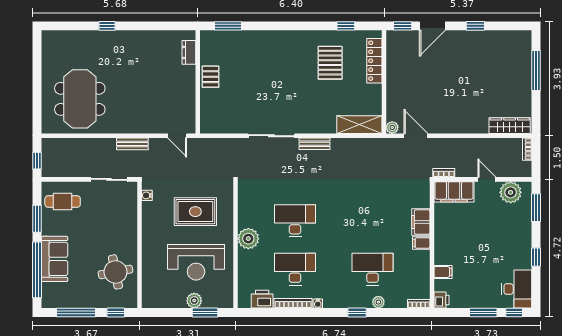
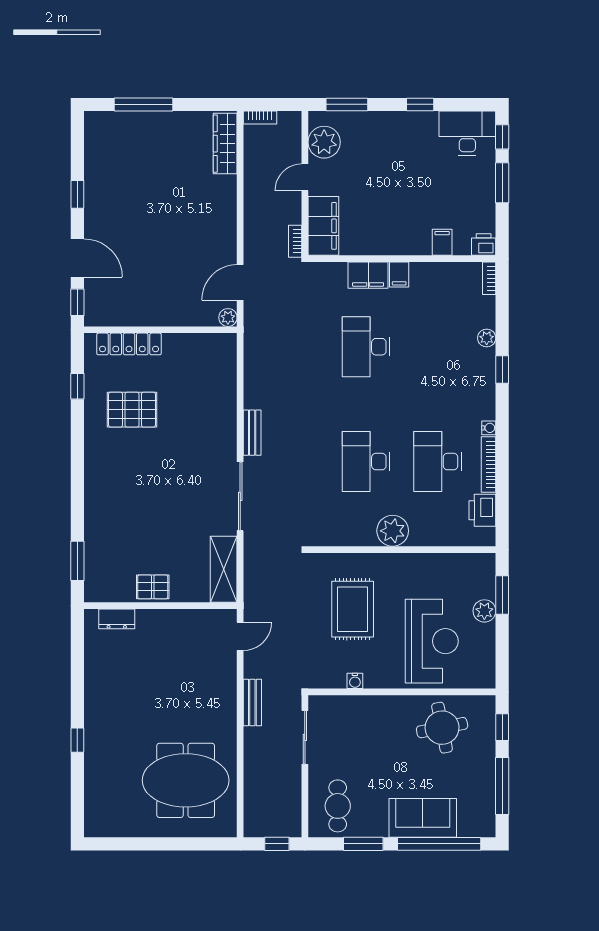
shelving: (359, 125) -> (224, 569), moved
water cooler: (147, 195) -> (355, 681), moved
reception desk: (196, 262) -> (432, 641), moved
desk: (372, 269) -> (366, 347), moved

